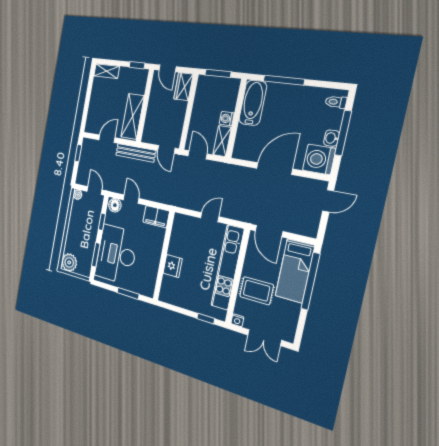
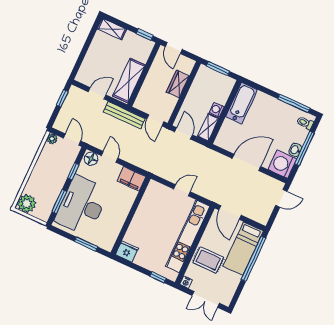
window: (284, 80) -> (294, 104), moved
wardrobe: (183, 87) -> (178, 84), moved
fridge: (173, 266) -> (127, 251), moved, turned -90

